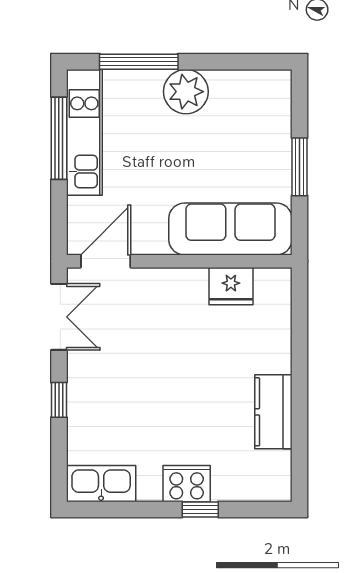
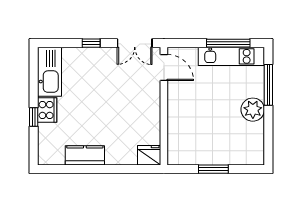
sofa: (230, 229) -> (181, 133), removed
fridge: (231, 286) -> (149, 155), moved, turned 90
kitchen sink: (101, 484) -> (50, 72), width x1.36, depth x1.24

